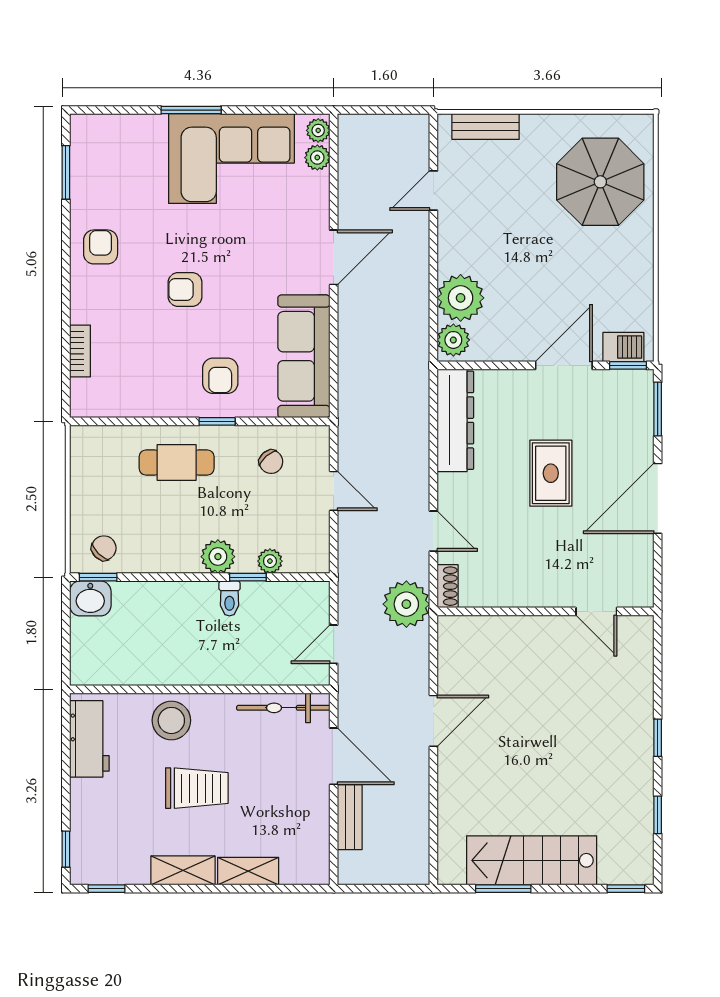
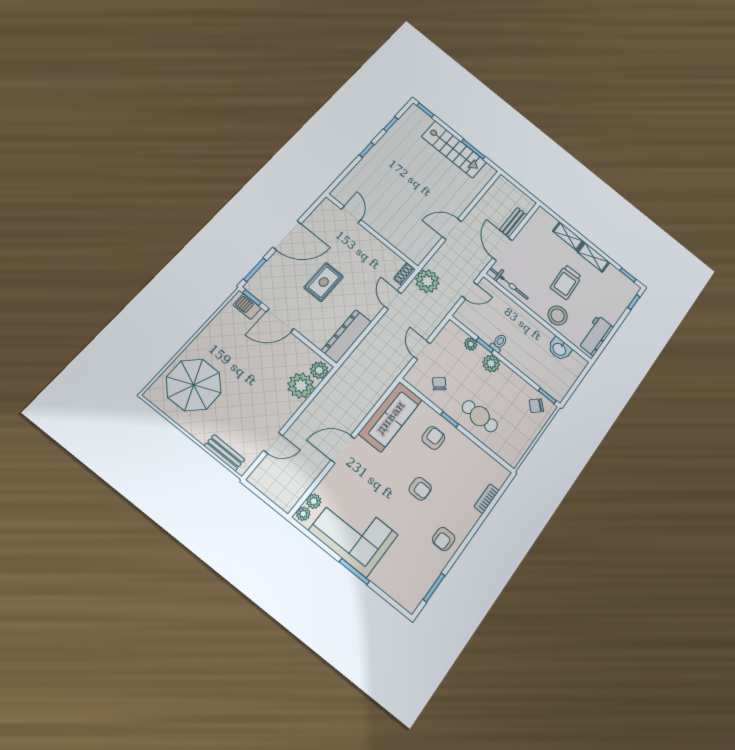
washbasin: (90, 598) -> (560, 349), moved, turned 180
trolley: (197, 788) -> (566, 282), turned -93

